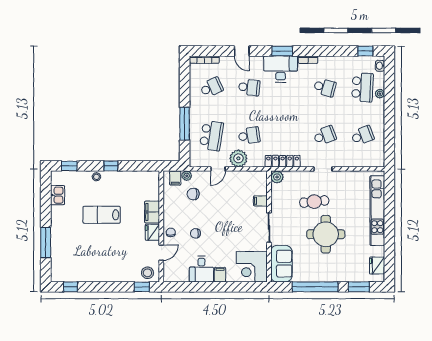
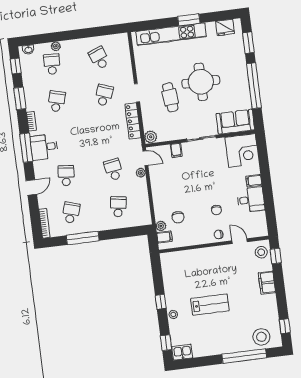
window: (282, 51) -> (26, 148), width x1.44
window: (332, 51) -> (20, 98), added
desk: (281, 69) -> (44, 147), width x0.73
school desk: (211, 87) -> (71, 213), turned 42
school desk: (362, 87) -> (52, 64), width x0.54
window: (185, 124) -> (83, 238), moved
school desk: (211, 136) -> (118, 207), width x0.54
school desk: (325, 136) -> (104, 95), turned 42
plant: (238, 158) -> (141, 173), width x0.53, depth x0.53
locker: (283, 161) -> (133, 121), moved
door: (218, 169) -> (145, 158), moved
kitchen sink: (58, 195) -> (182, 352), moved
filing cabinet: (152, 212) -> (267, 283), moved, turned 90
lab bench: (102, 215) -> (210, 305), turned -90
window: (389, 230) -> (189, 20), added
fridge: (152, 232) -> (221, 252), removed
window: (46, 242) -> (244, 356), width x1.46
stool: (63, 262) -> (261, 337), added

